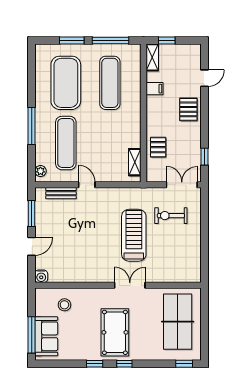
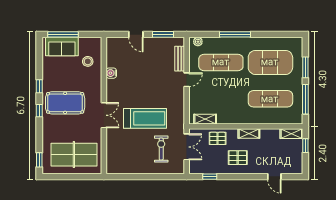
filing cabinet: (155, 89) -> (266, 136), removed
shelving: (152, 109) -> (249, 133), added
pallet: (188, 109) -> (238, 158), moved
double door: (182, 185) -> (187, 147), moved
water cooler: (41, 276) -> (111, 73), moved

